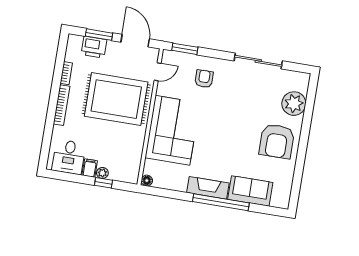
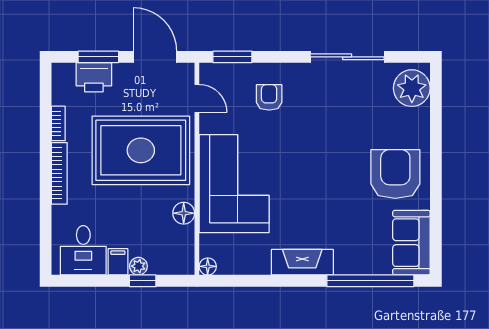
door: (158, 72) -> (197, 98), hinge flipped
plant: (294, 104) -> (412, 88), moved
armchair: (277, 141) -> (395, 174), turned 180
floor lamp: (137, 144) -> (184, 213), added
sofa: (250, 191) -> (411, 243), moved, turned -90
window: (221, 202) -> (370, 281), moved

